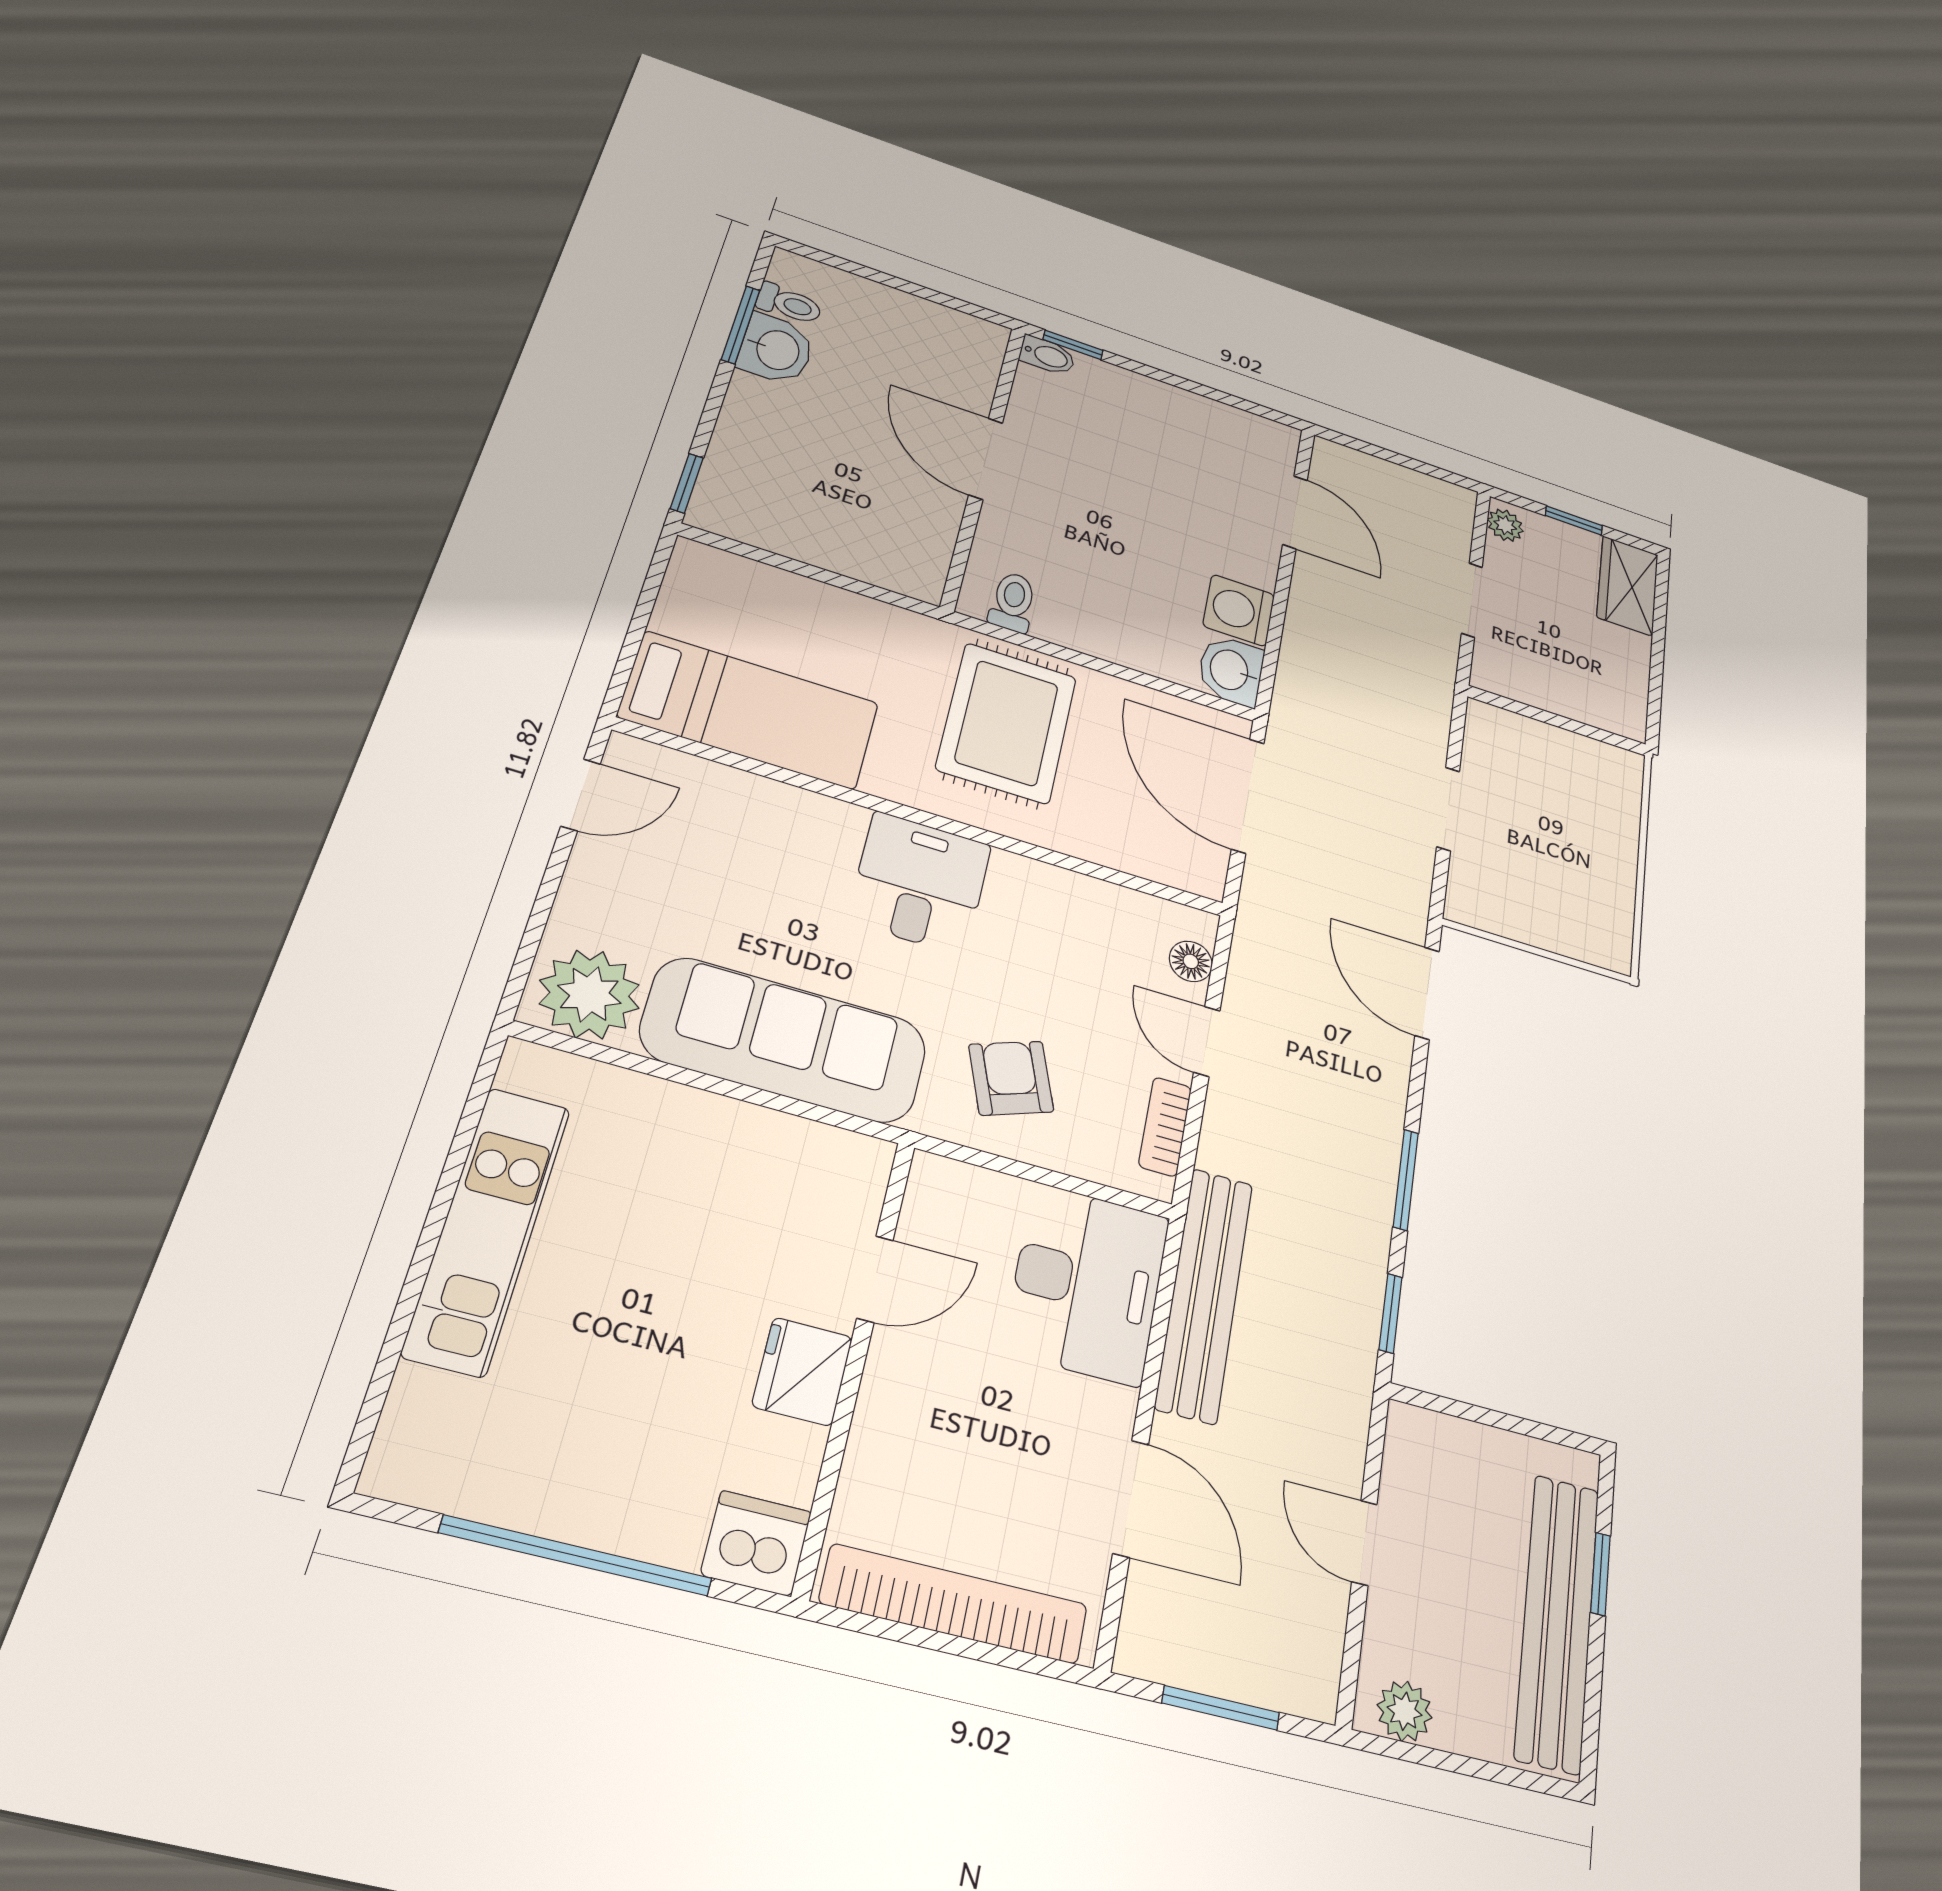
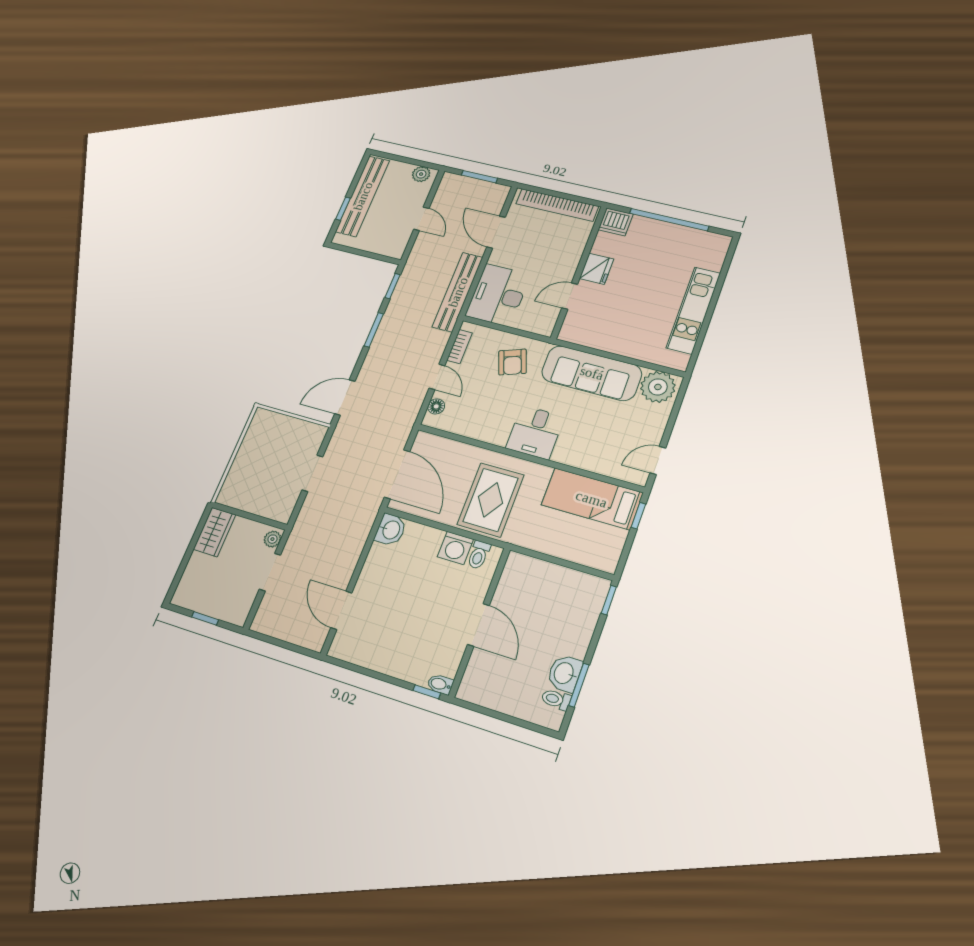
plant: (1505, 525) -> (272, 539), moved
wardrobe: (1628, 586) -> (215, 532), moved
washing machine: (1239, 610) -> (455, 548), moved, turned 90
window: (626, 663) -> (638, 516), added
door: (1427, 993) -> (345, 398), swing flipped

